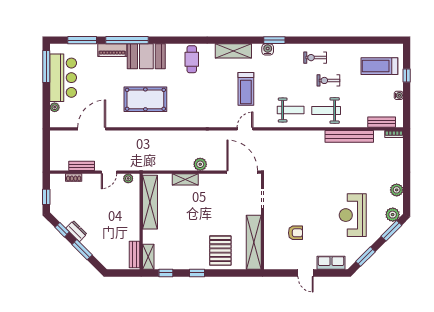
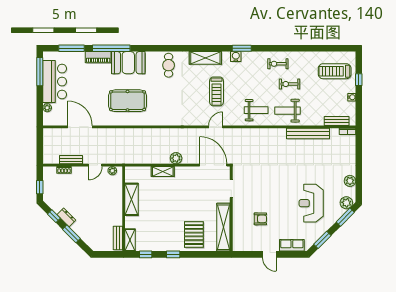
door: (92, 129) -> (80, 127), hinge flipped
shelving: (150, 202) -> (131, 199), width x0.68

